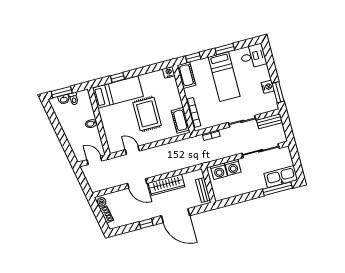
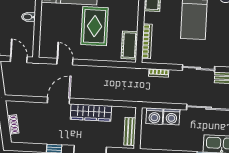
door: (137, 183) -> (58, 100), swing flipped
plant: (102, 202) -> (12, 108), removed

